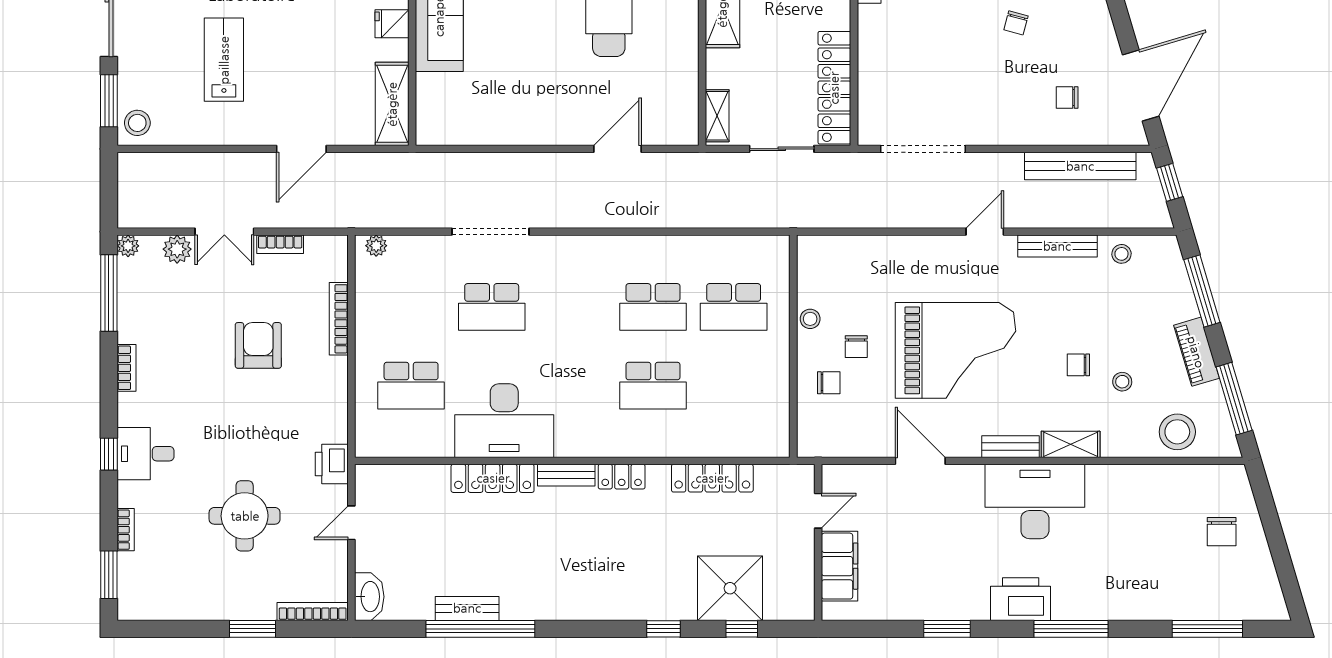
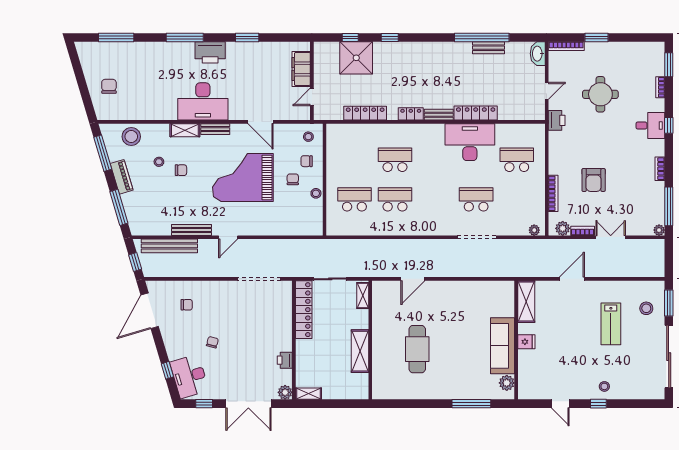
stool: (137, 123) -> (646, 308), moved
bench: (1080, 166) -> (169, 246), moved
plant: (177, 249) -> (563, 228), moved
stool: (1121, 254) -> (308, 137), moved

